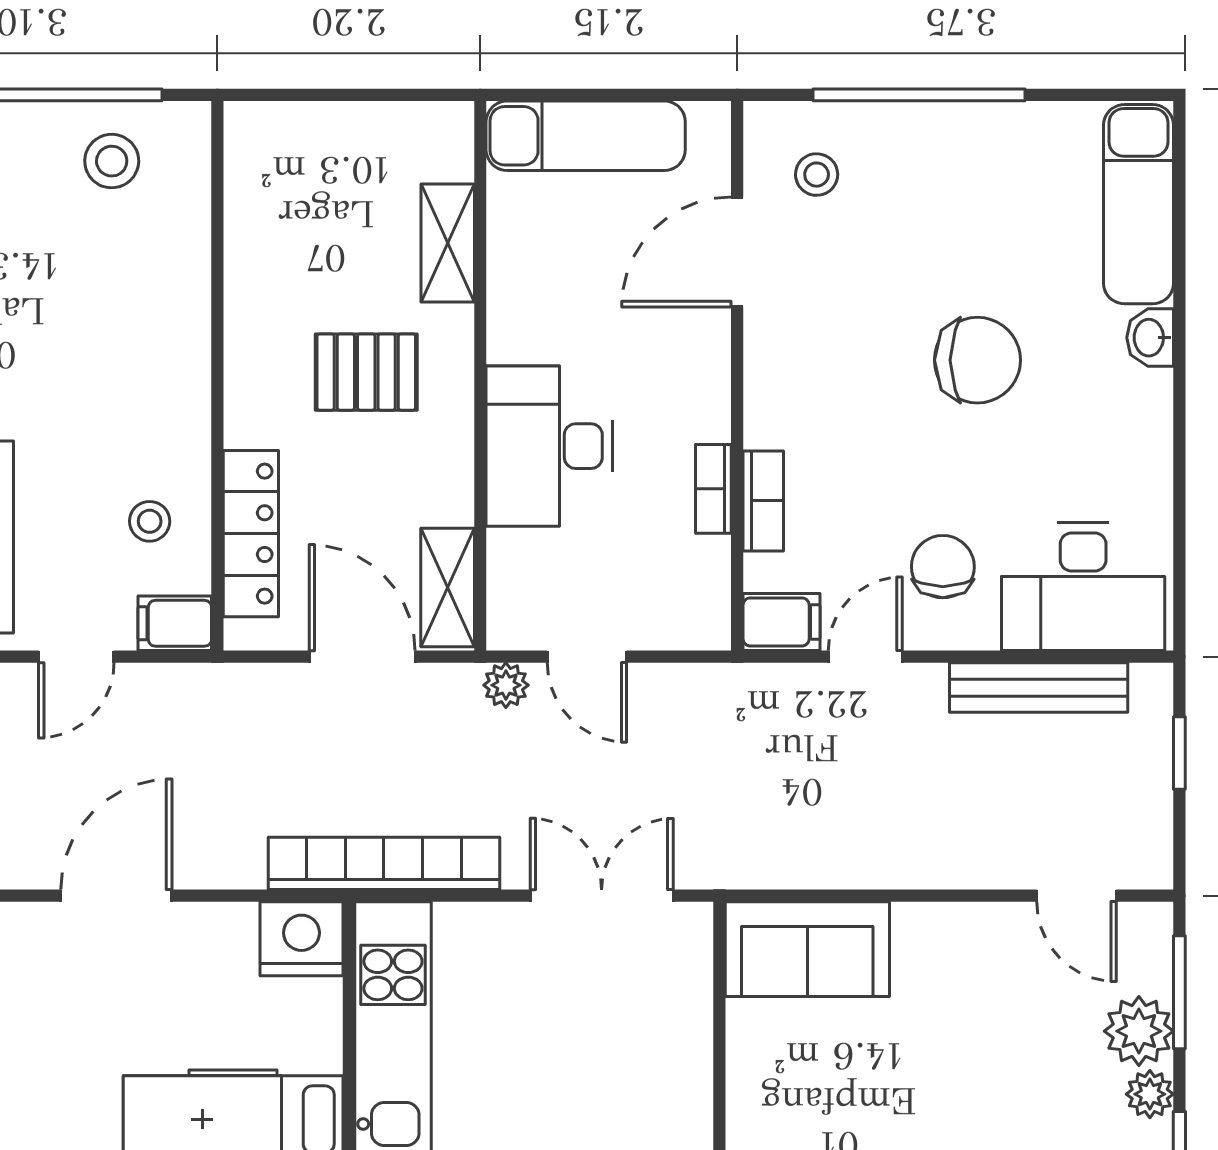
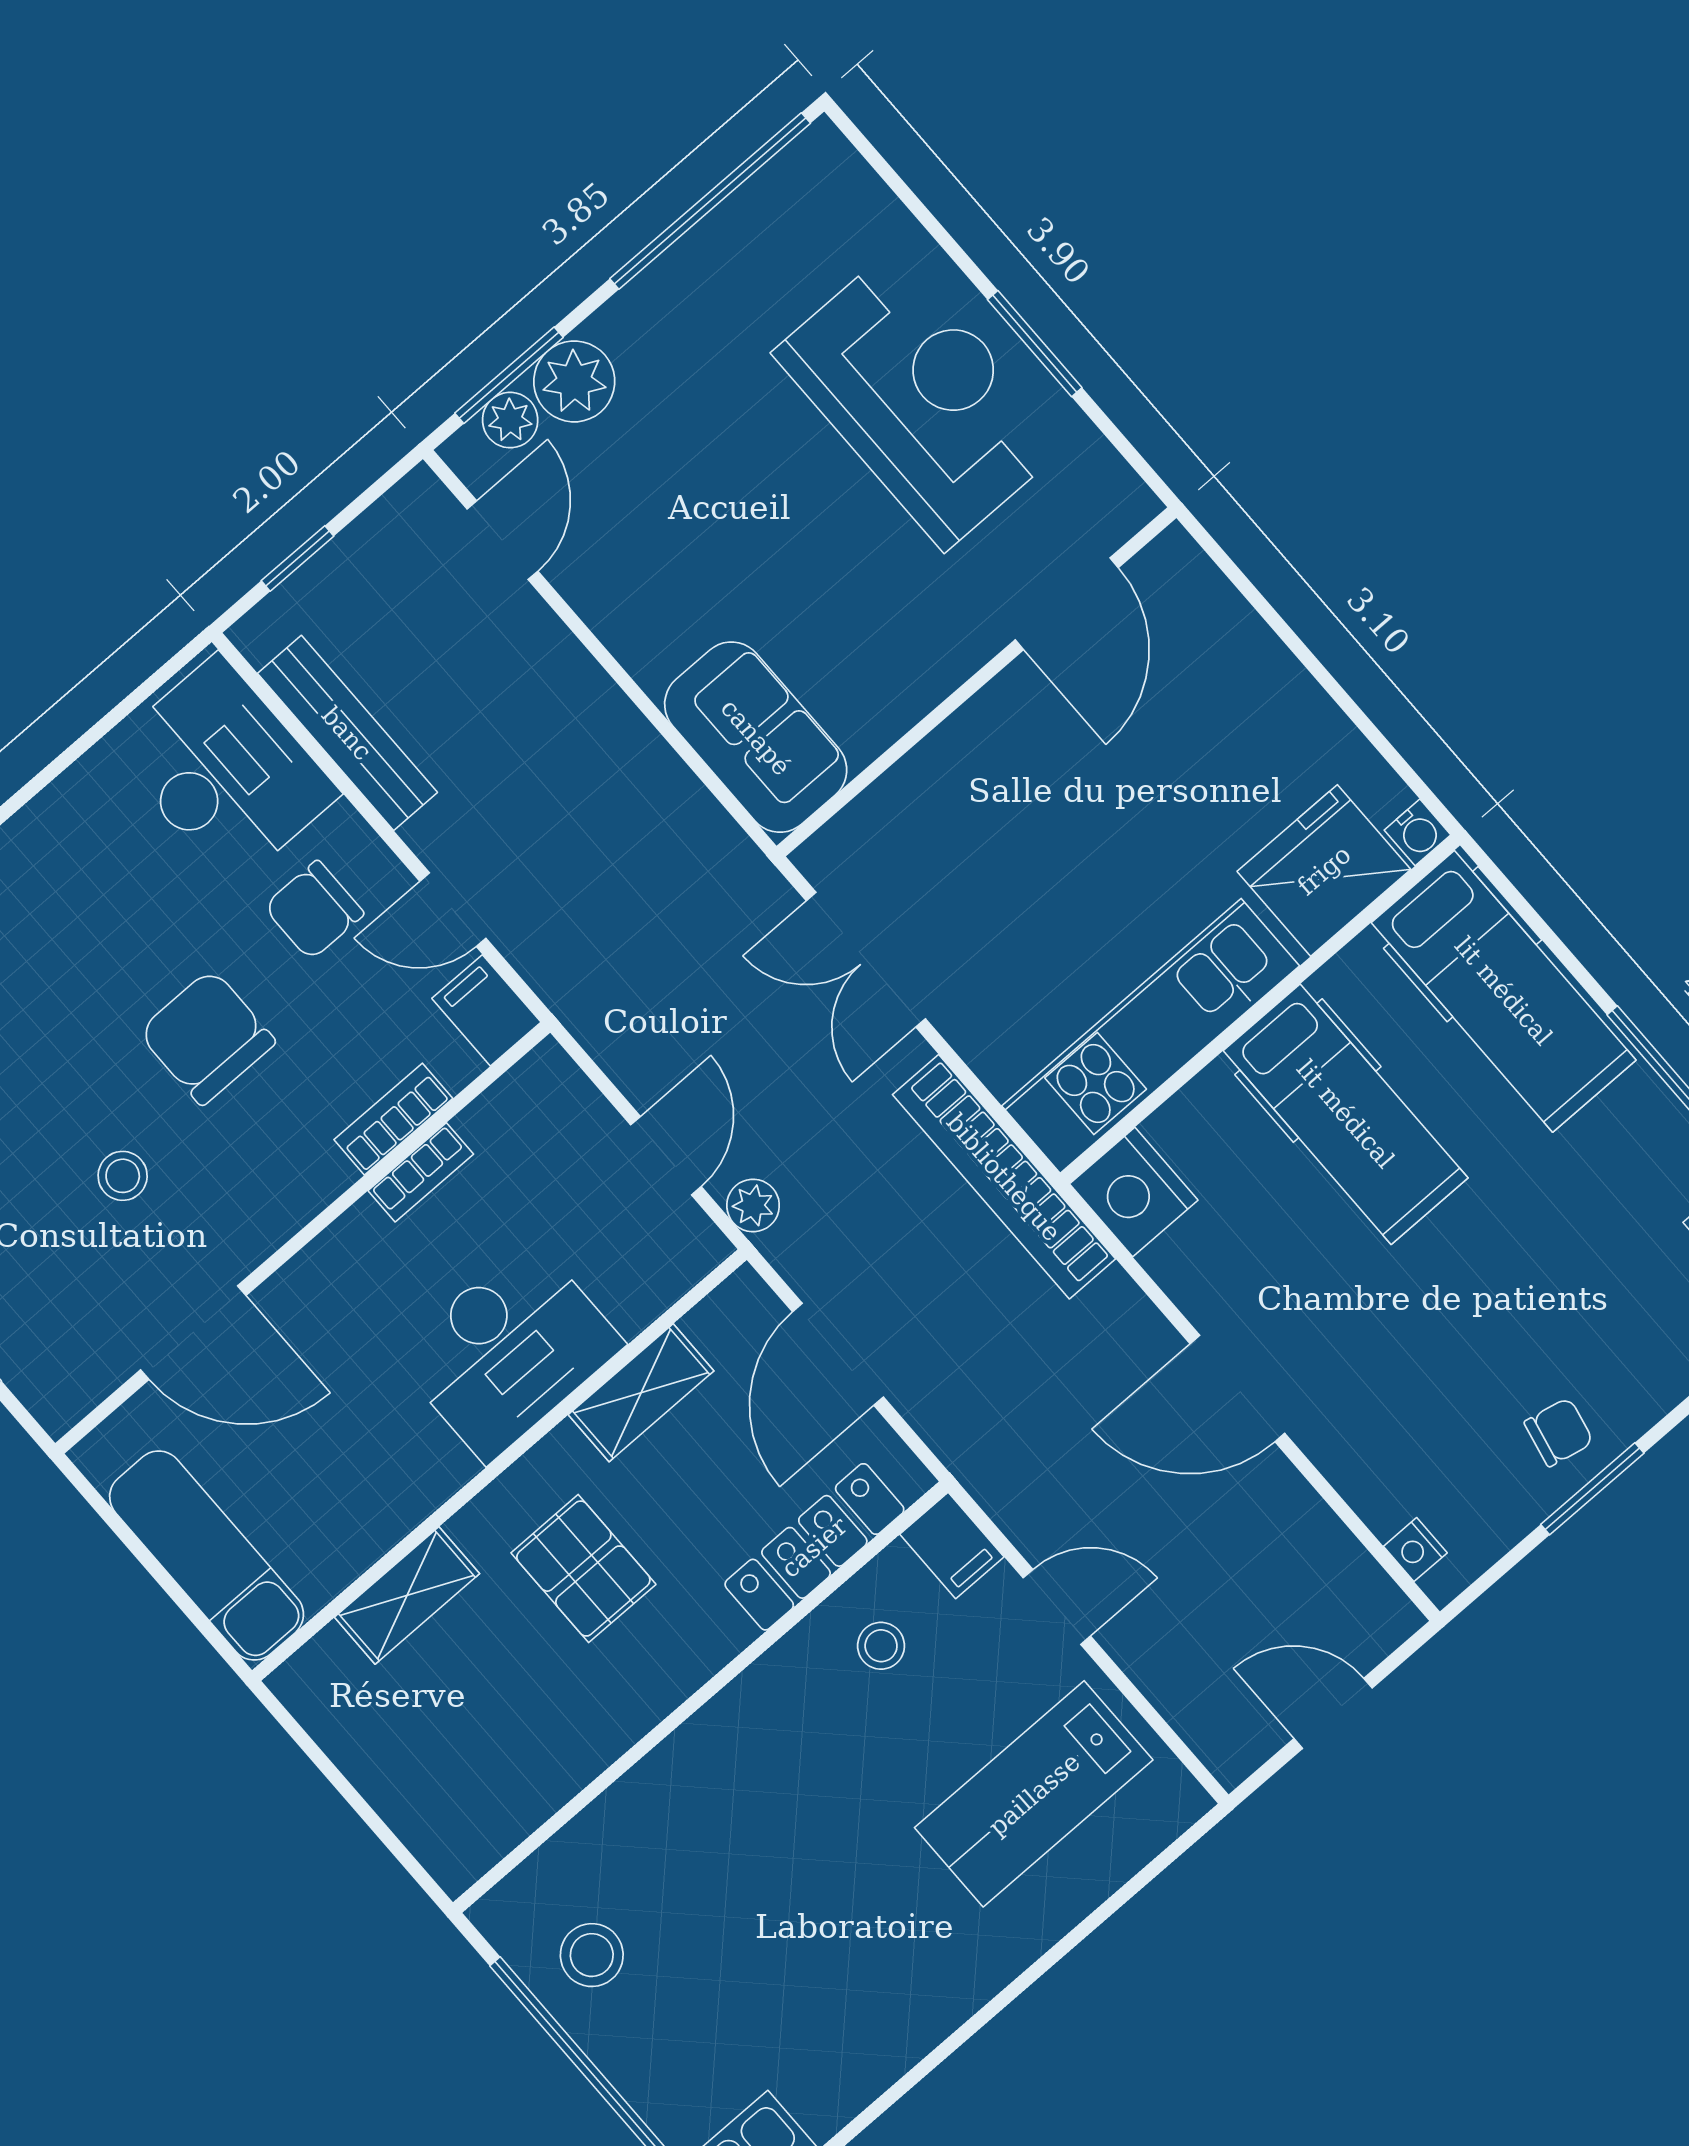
stool: (817, 175) -> (123, 1176), moved
chair: (977, 360) -> (207, 1037), moved
shelving: (448, 587) -> (641, 1393), moved
plant: (1150, 1094) -> (510, 420), moved

